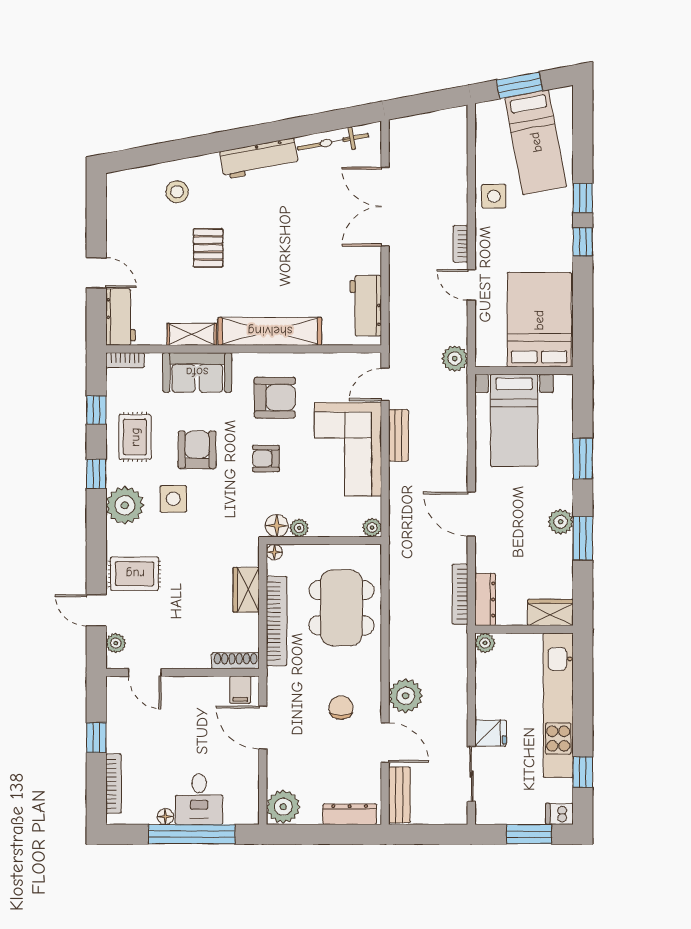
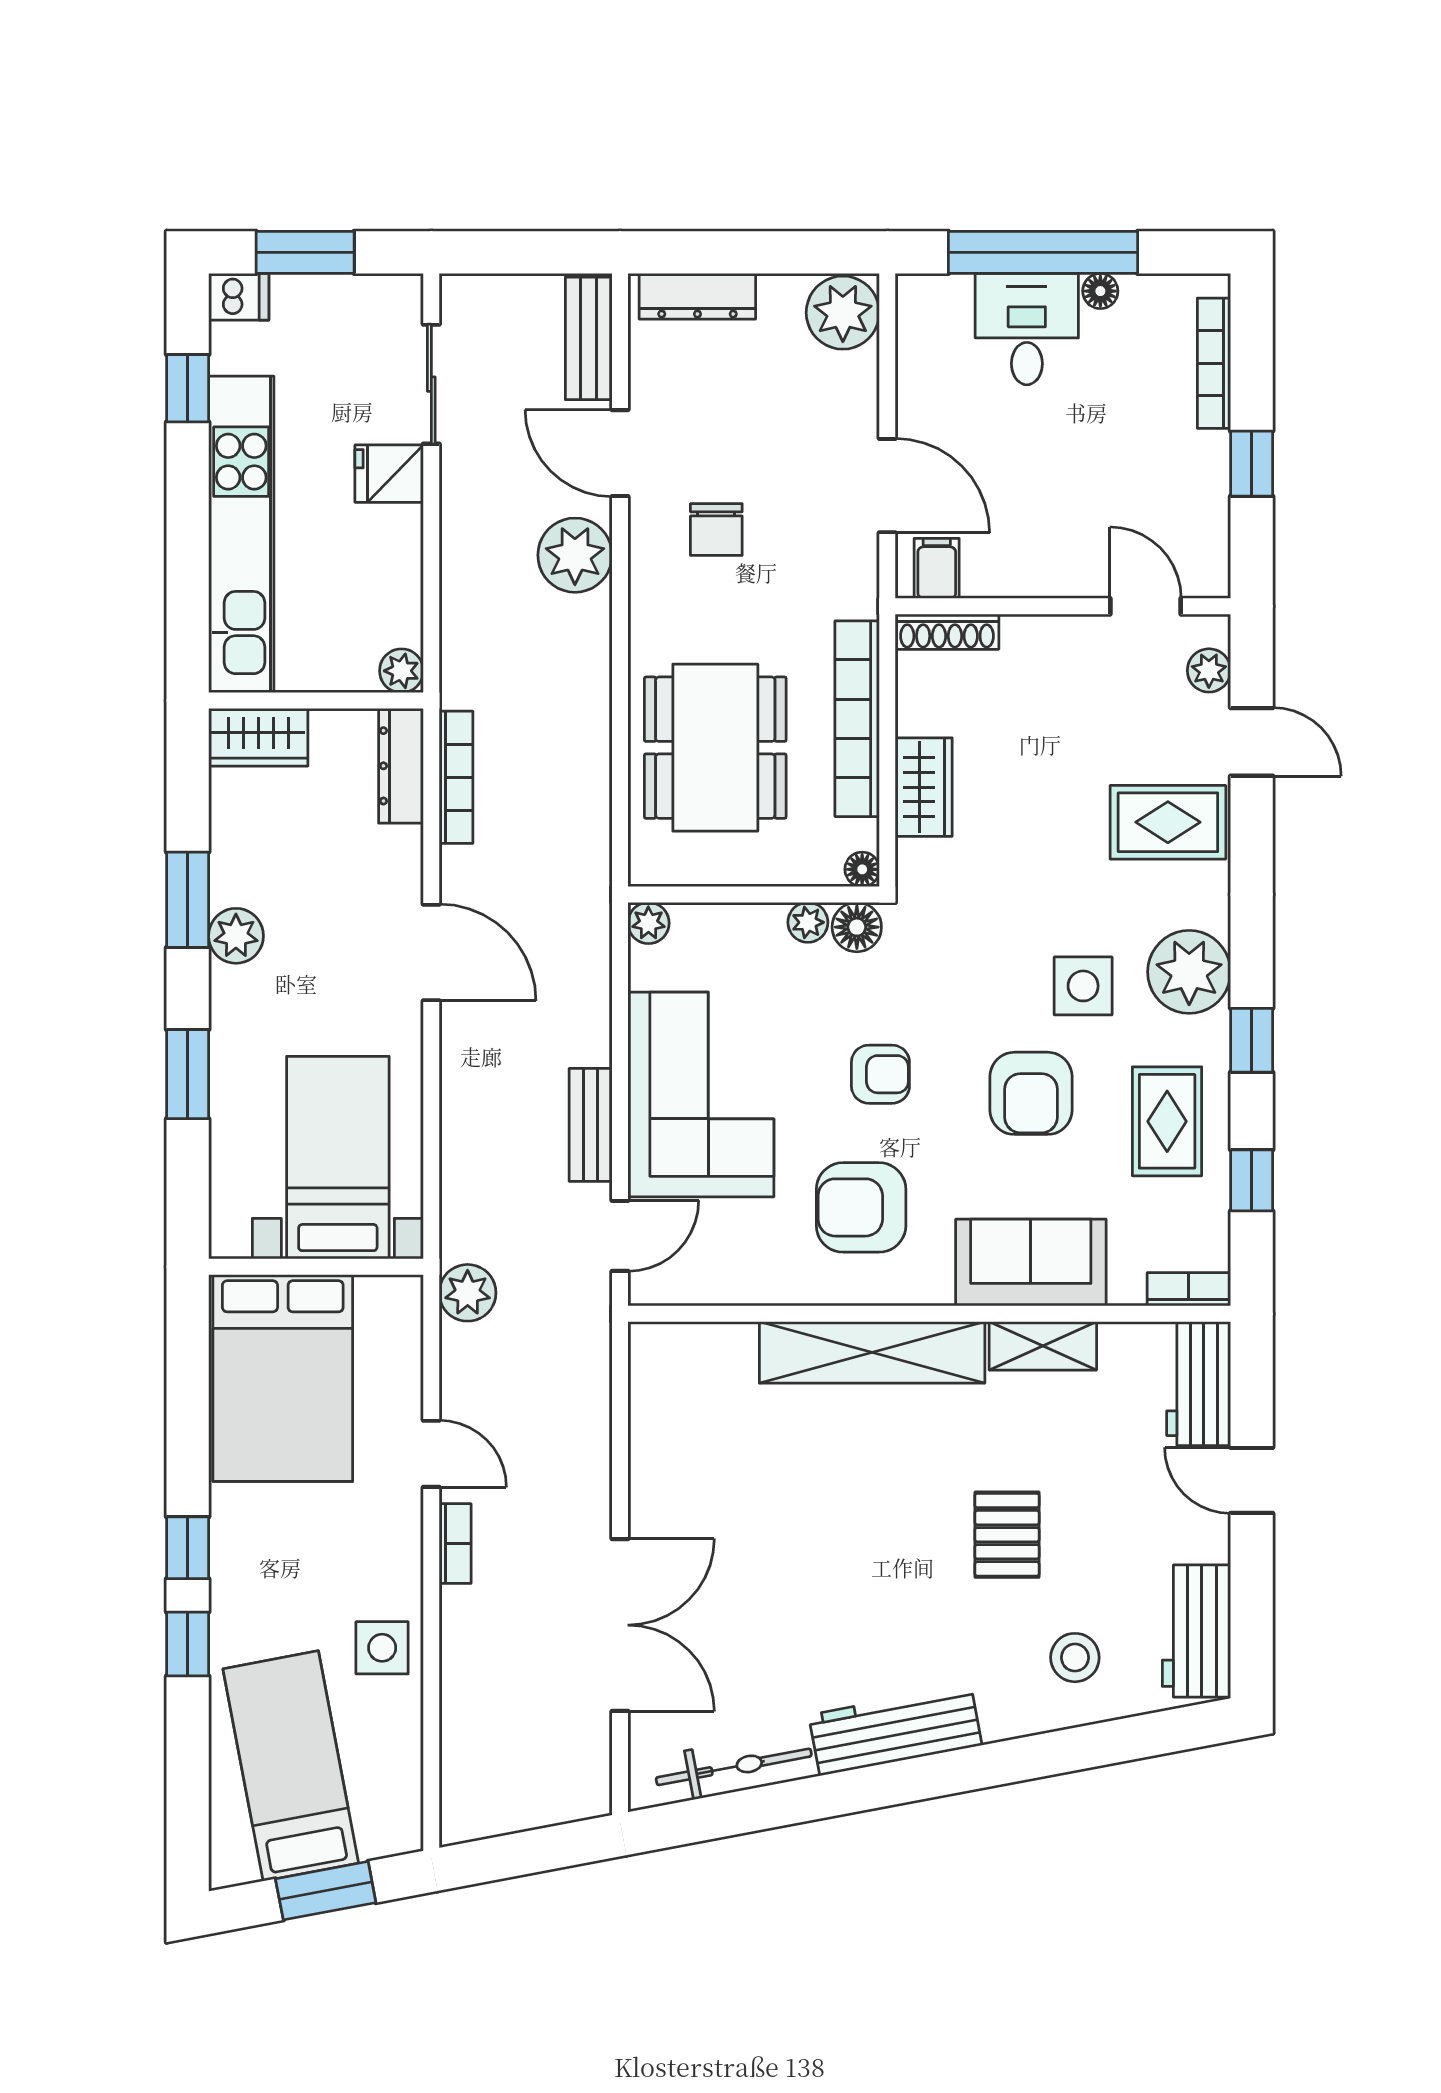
workbench: (366, 306) -> (1196, 1631), moved, turned 180

